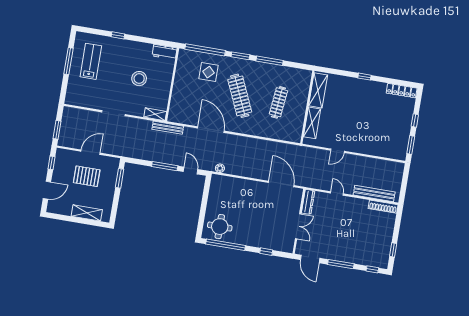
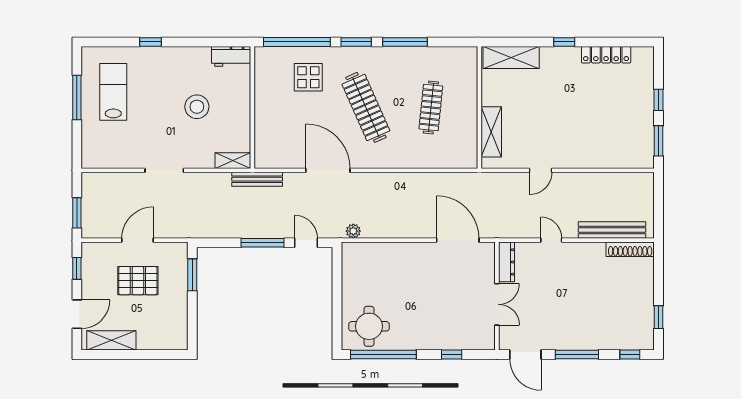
shelving: (318, 90) -> (511, 58), moved, turned 90
locker: (402, 91) -> (606, 55), moved
shelving: (87, 213) -> (111, 340), moved

